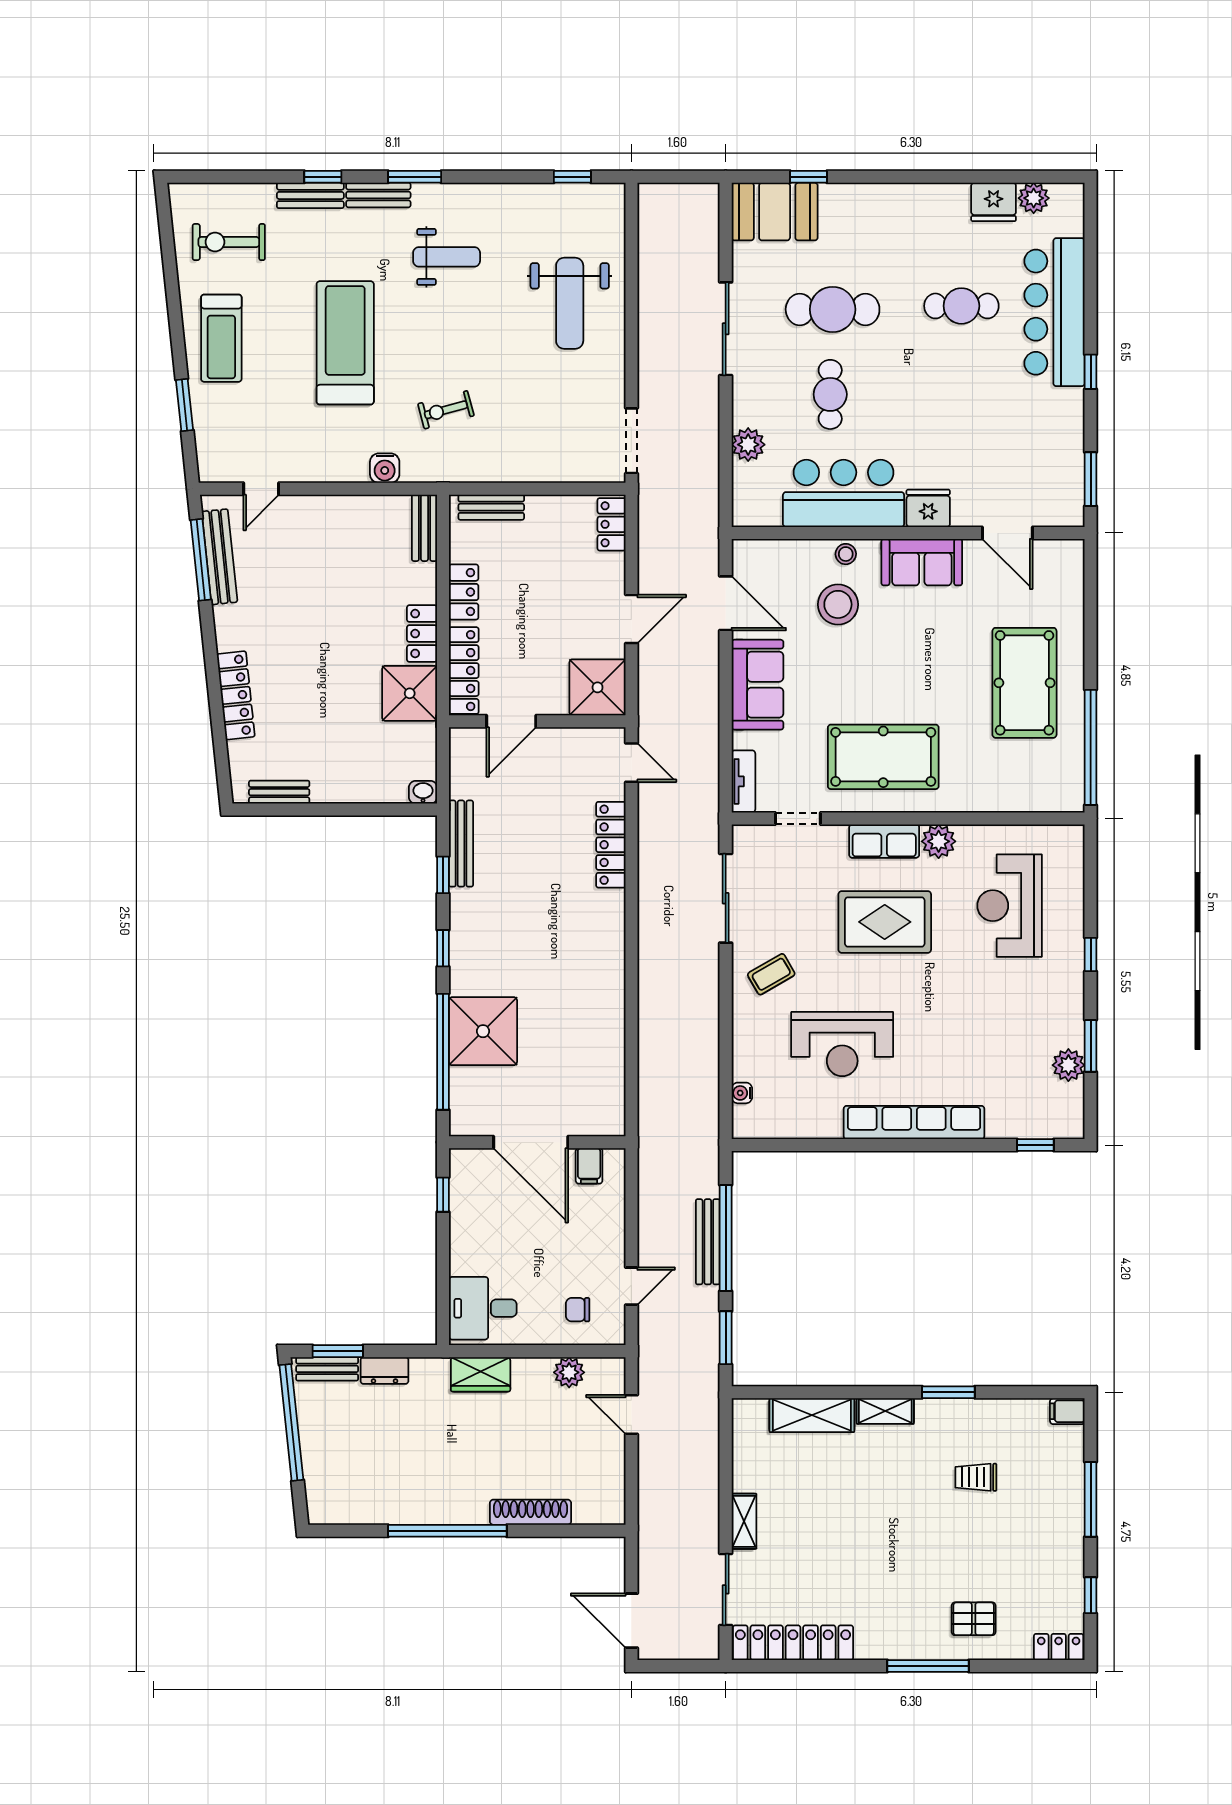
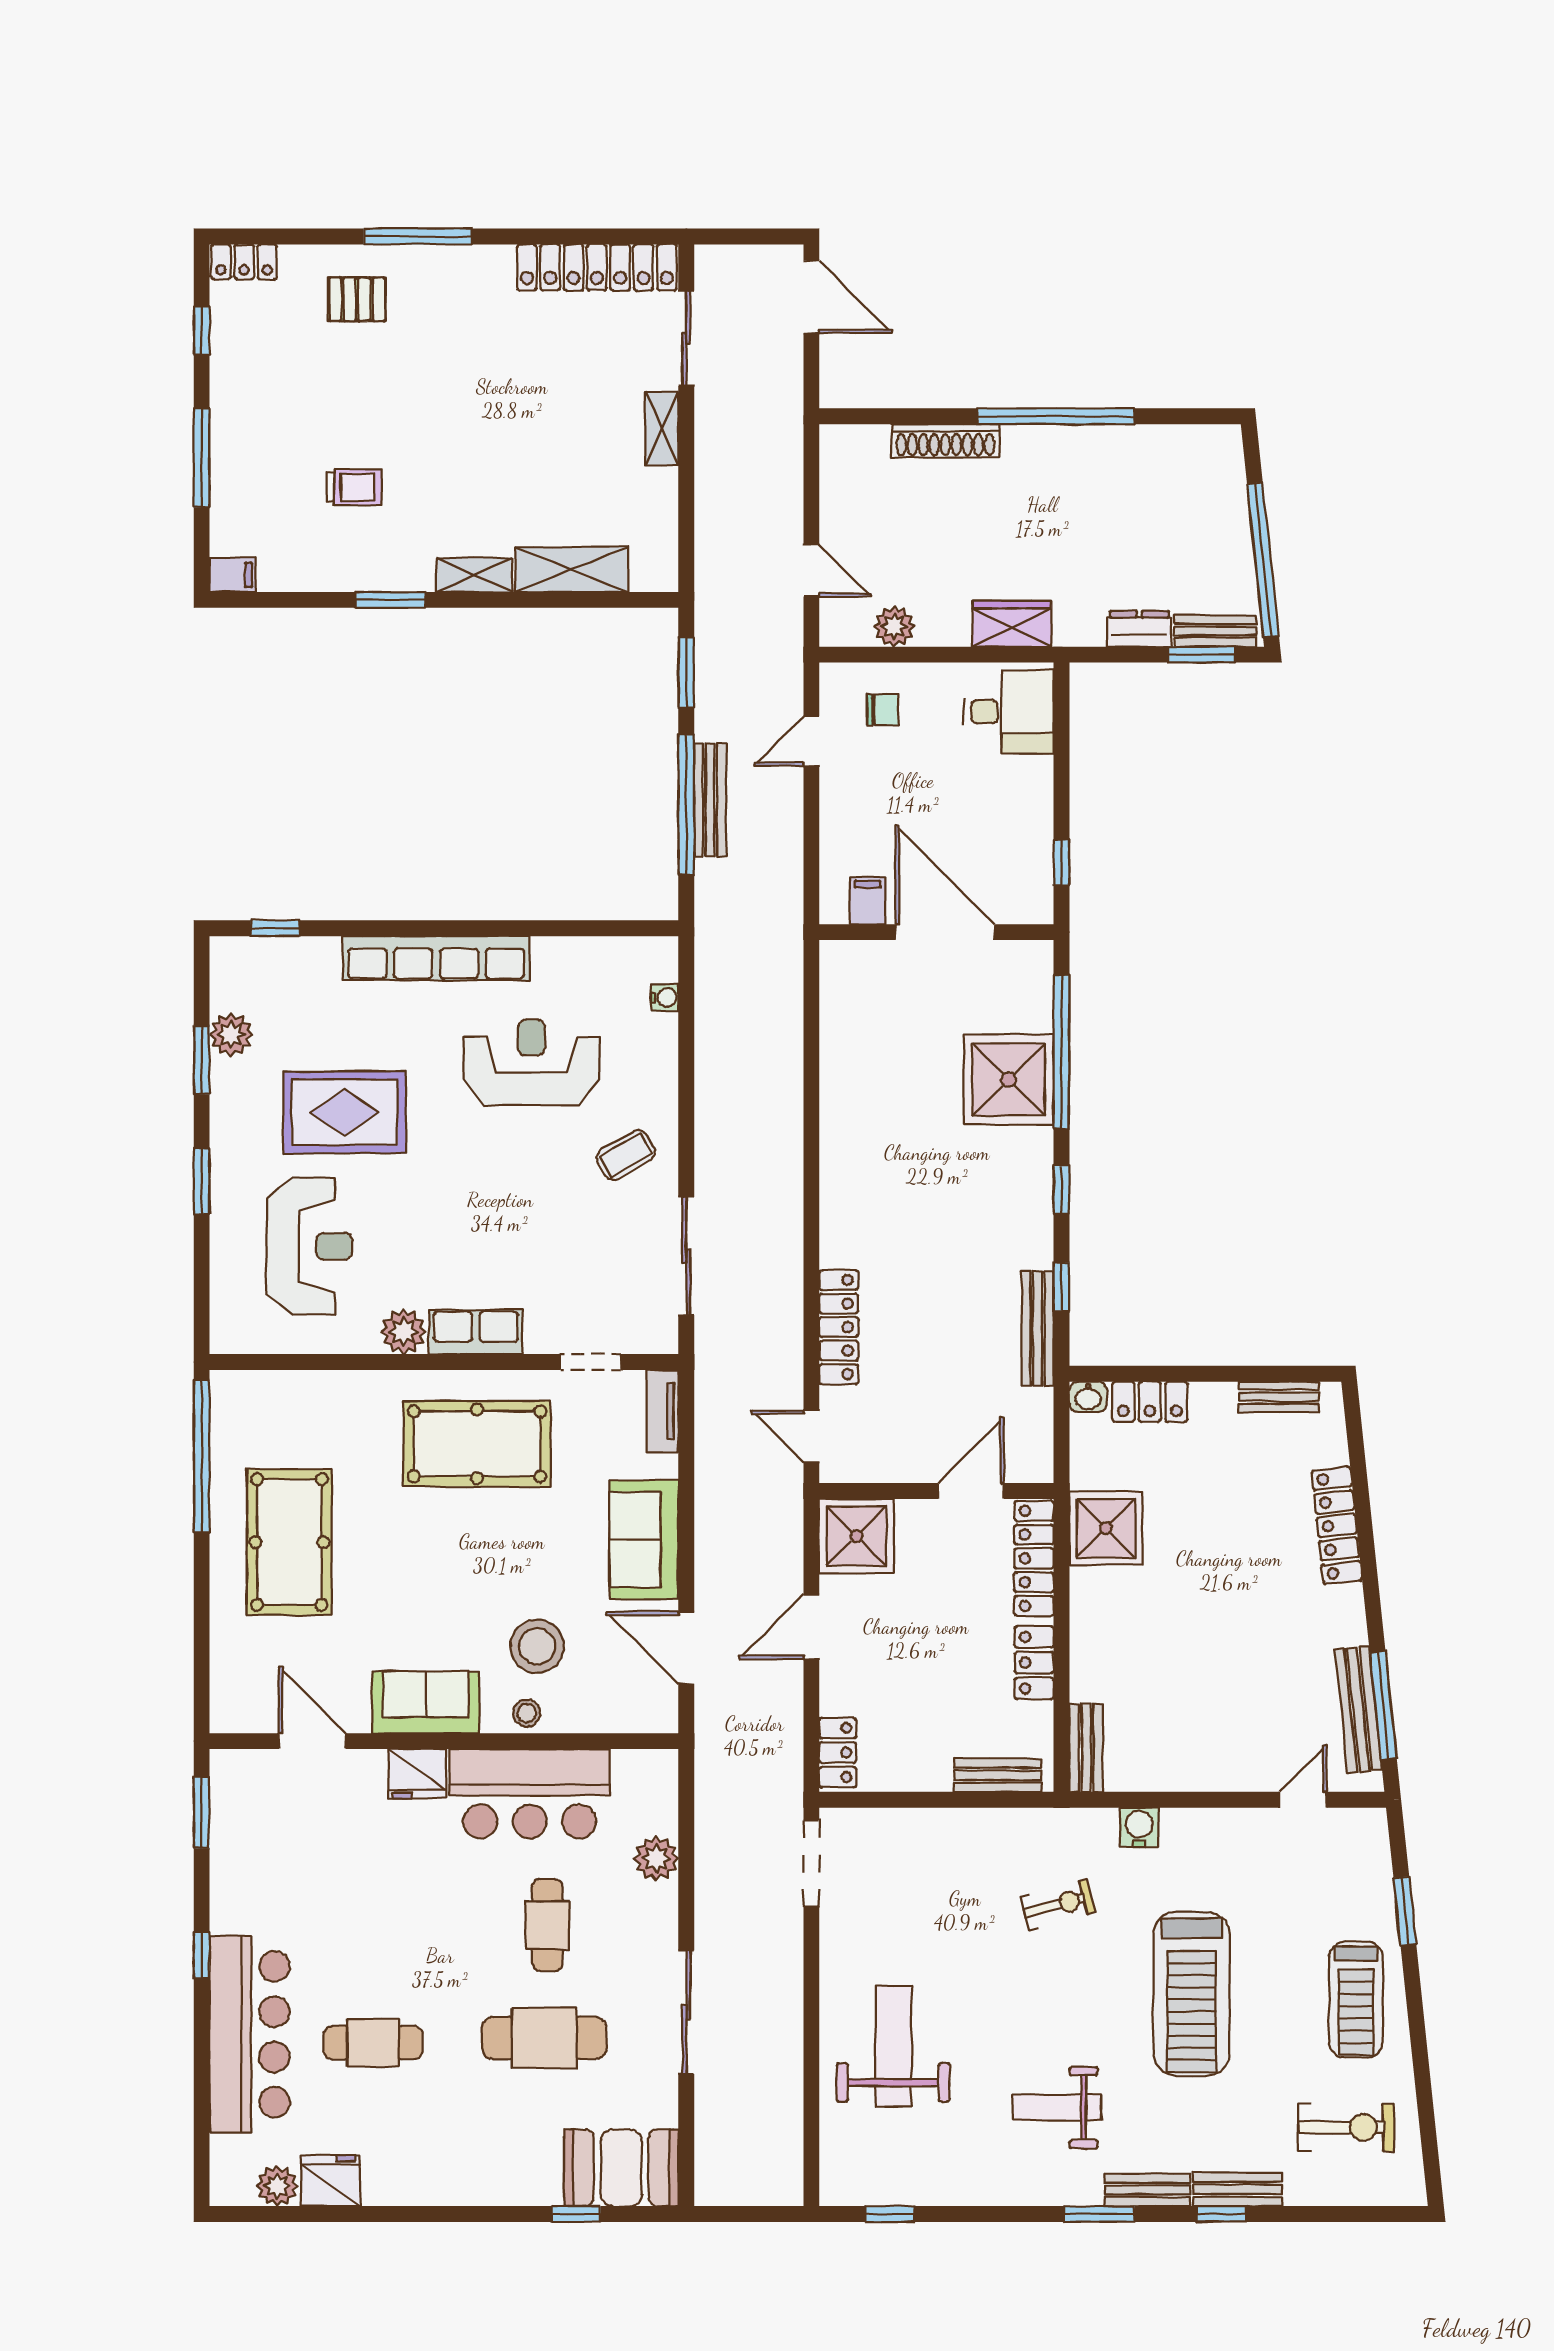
treadmill: (221, 338) -> (1356, 2000), turned 180
locker: (422, 634) -> (1150, 1402), moved, turned 90
rug: (885, 922) -> (345, 1112), moved
window: (1091, 955) -> (202, 1181), width x1.50

